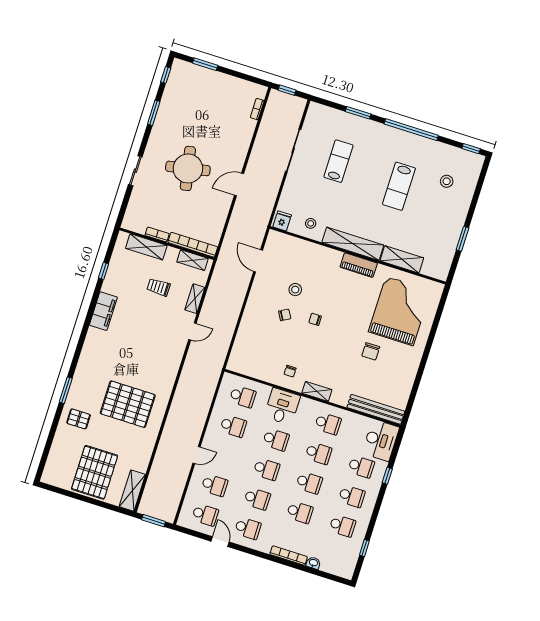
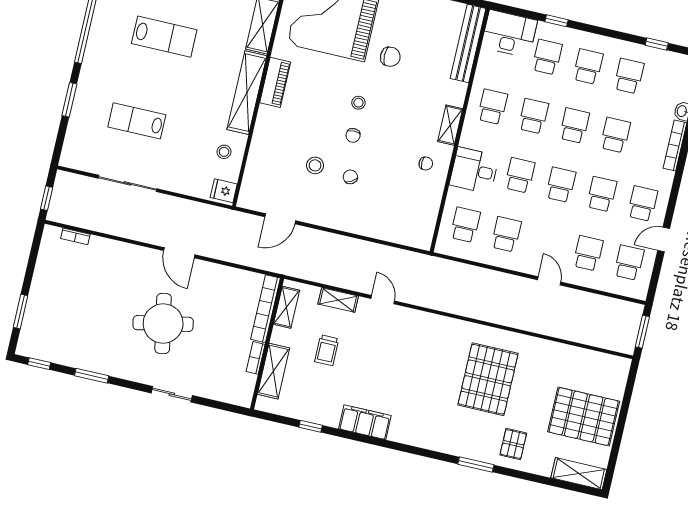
stool: (339, 325) -> (358, 103), added
shelving: (132, 491) -> (579, 474), moved

